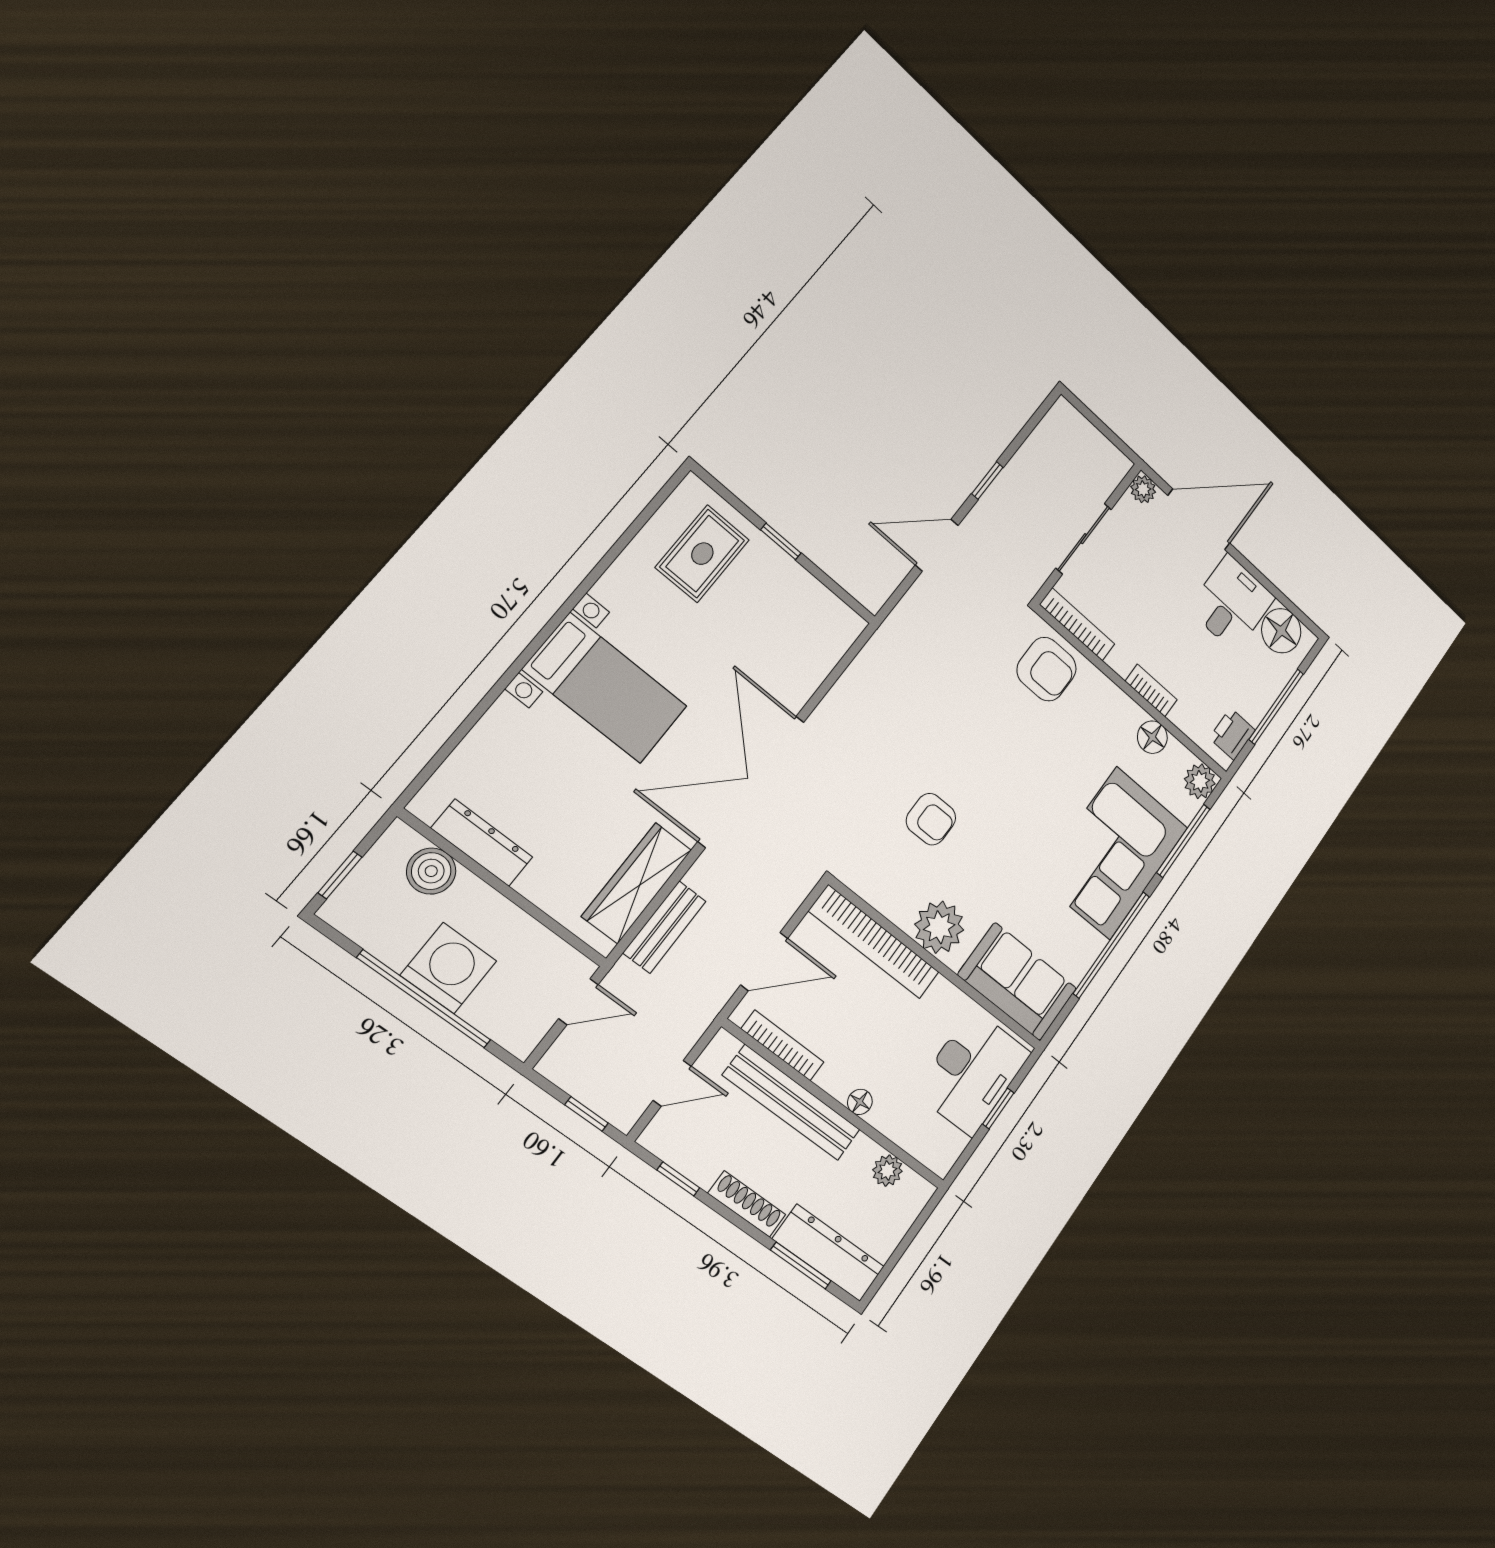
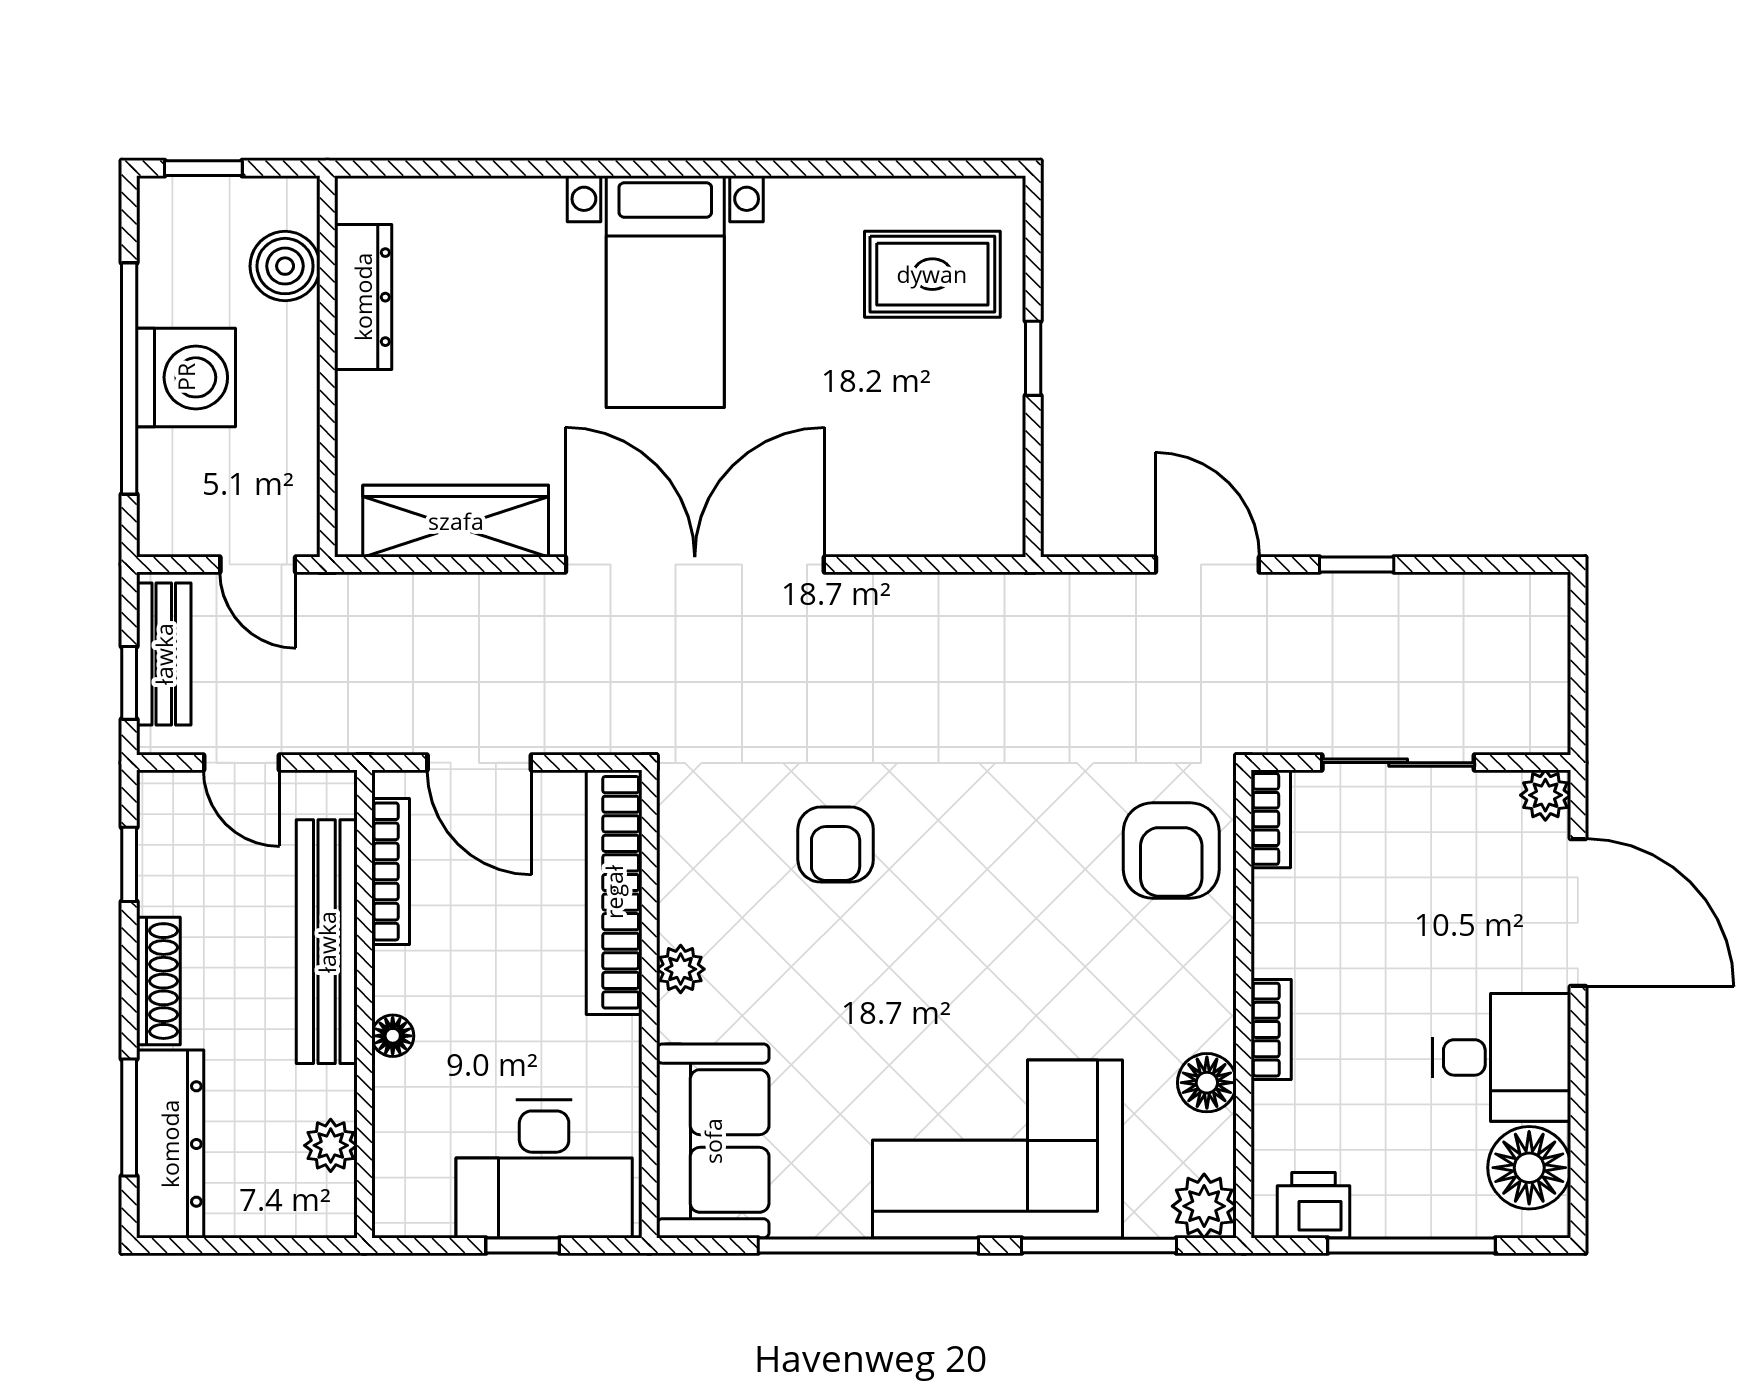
bookcase: (1077, 624) -> (1271, 819), width x0.64
bench: (665, 927) -> (164, 654), moved, turned 90
plant: (939, 927) -> (681, 969), width x0.53, depth x0.53

